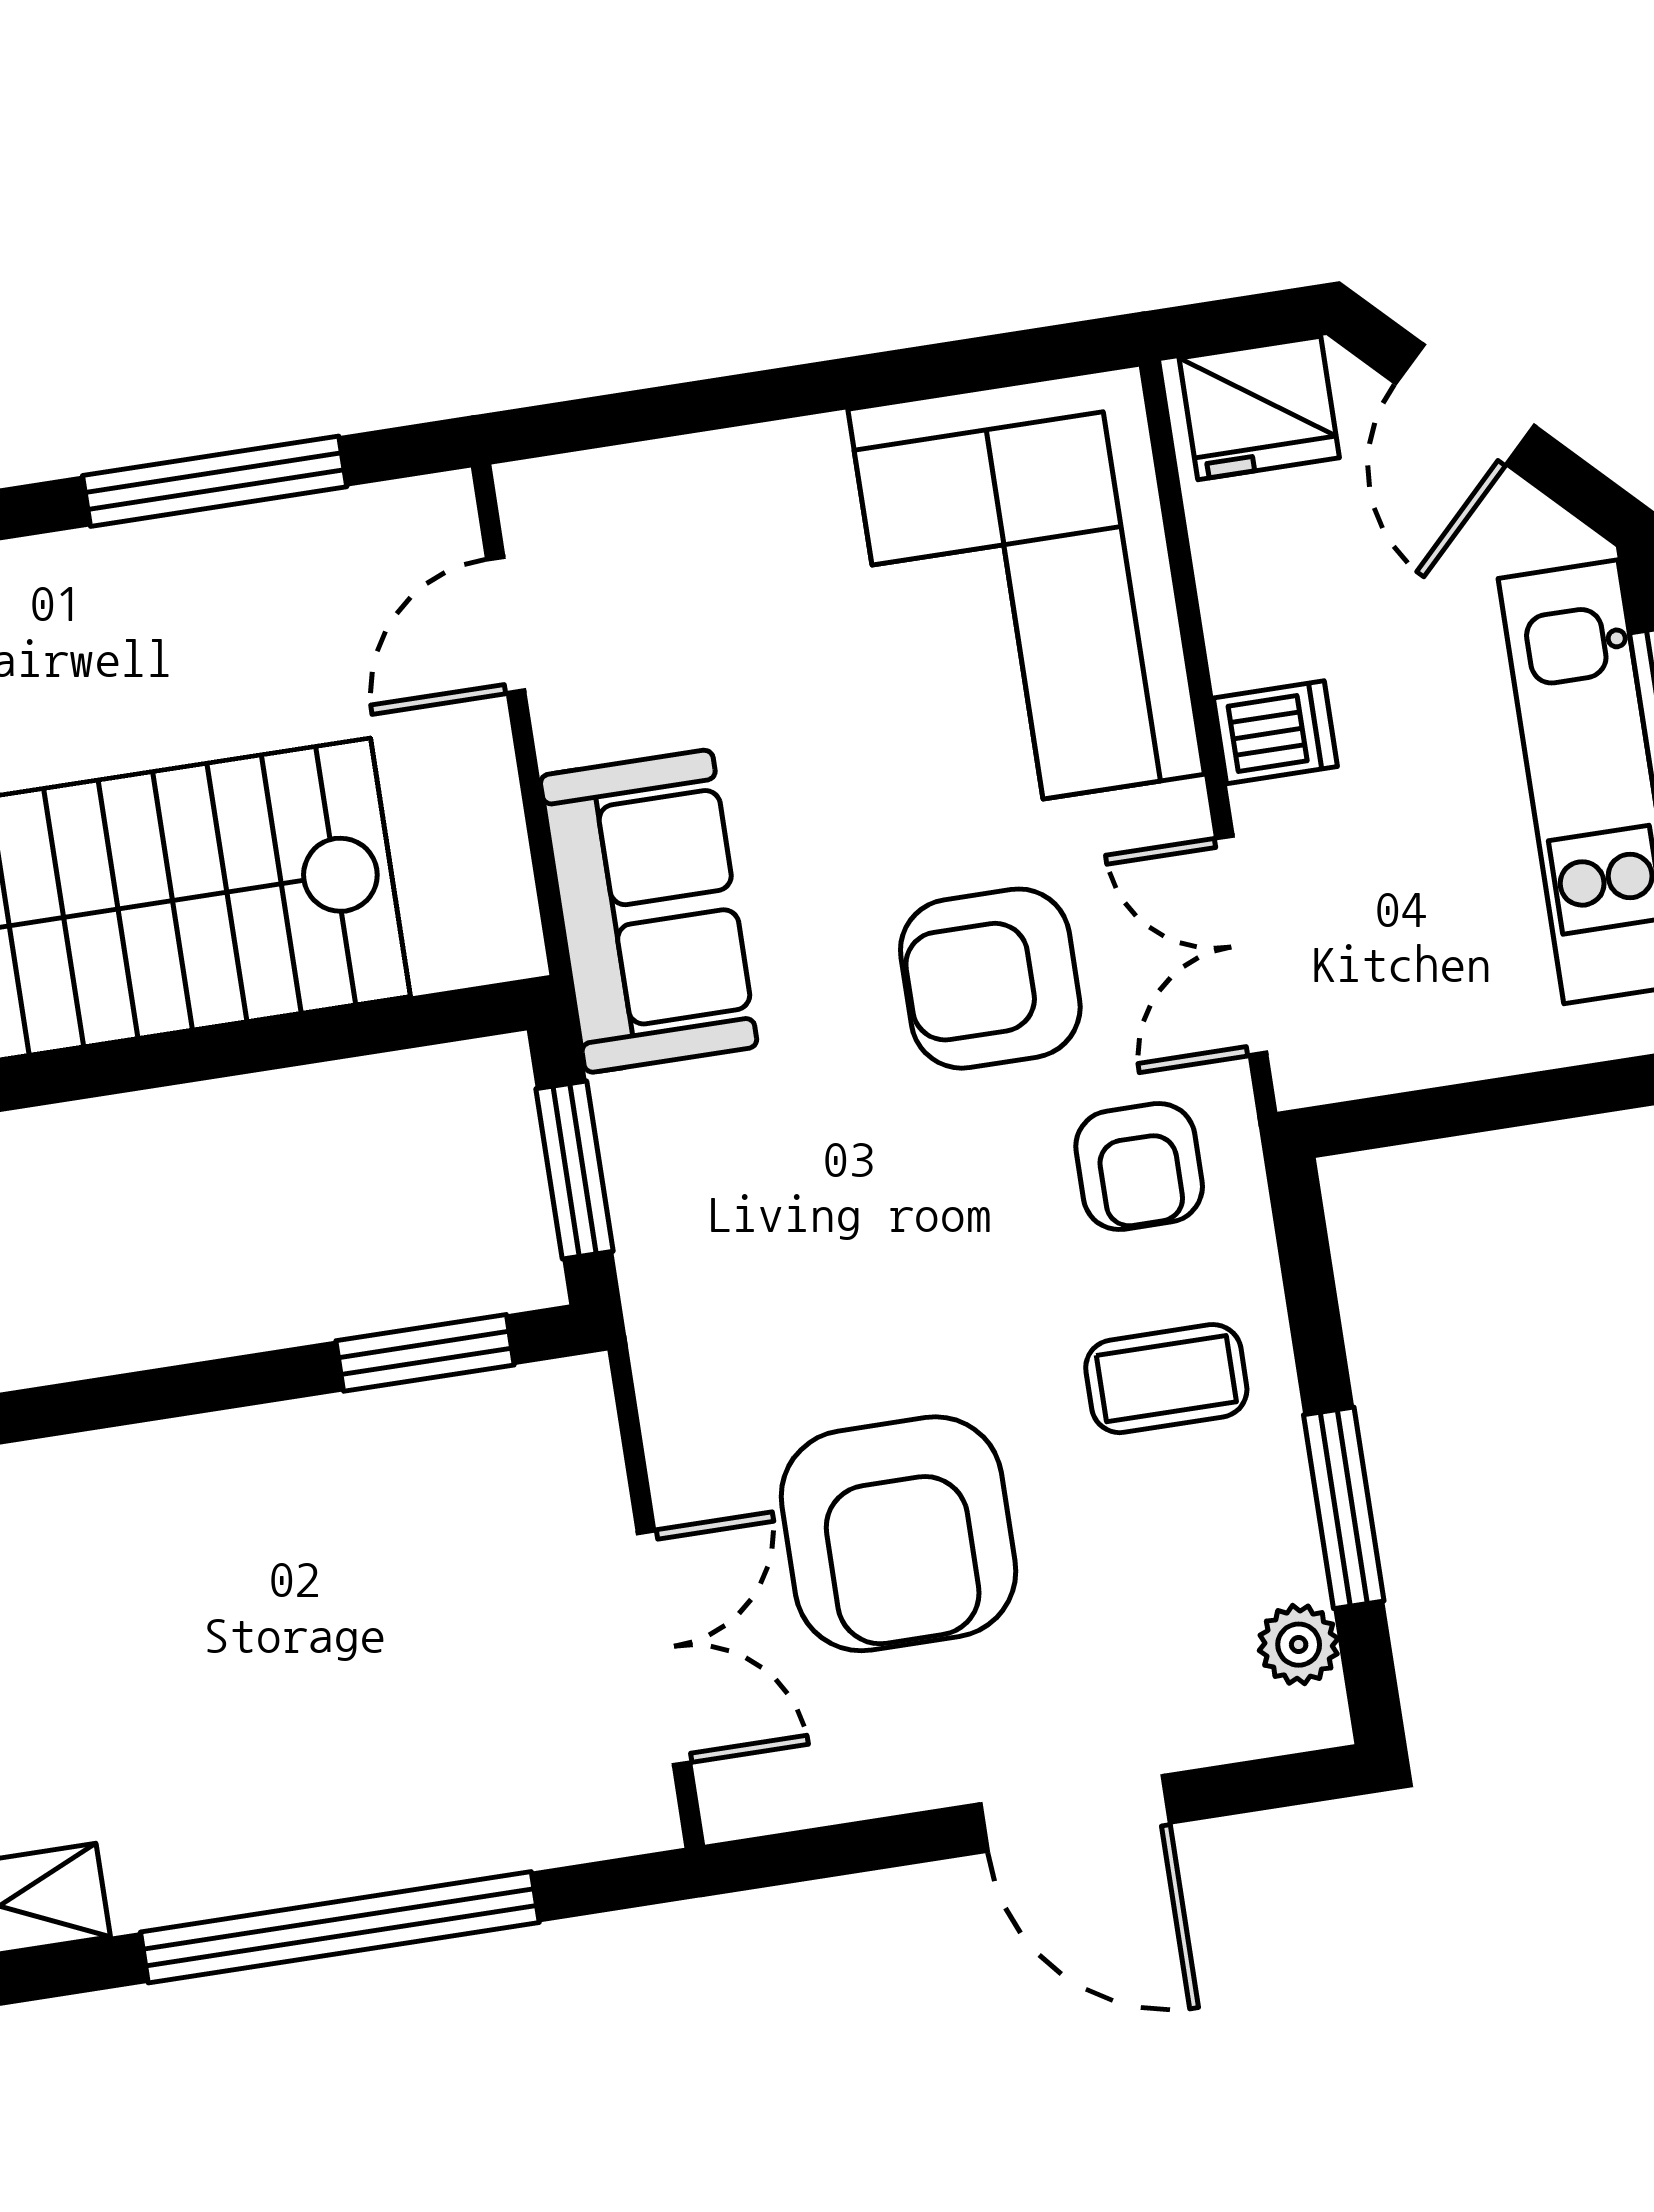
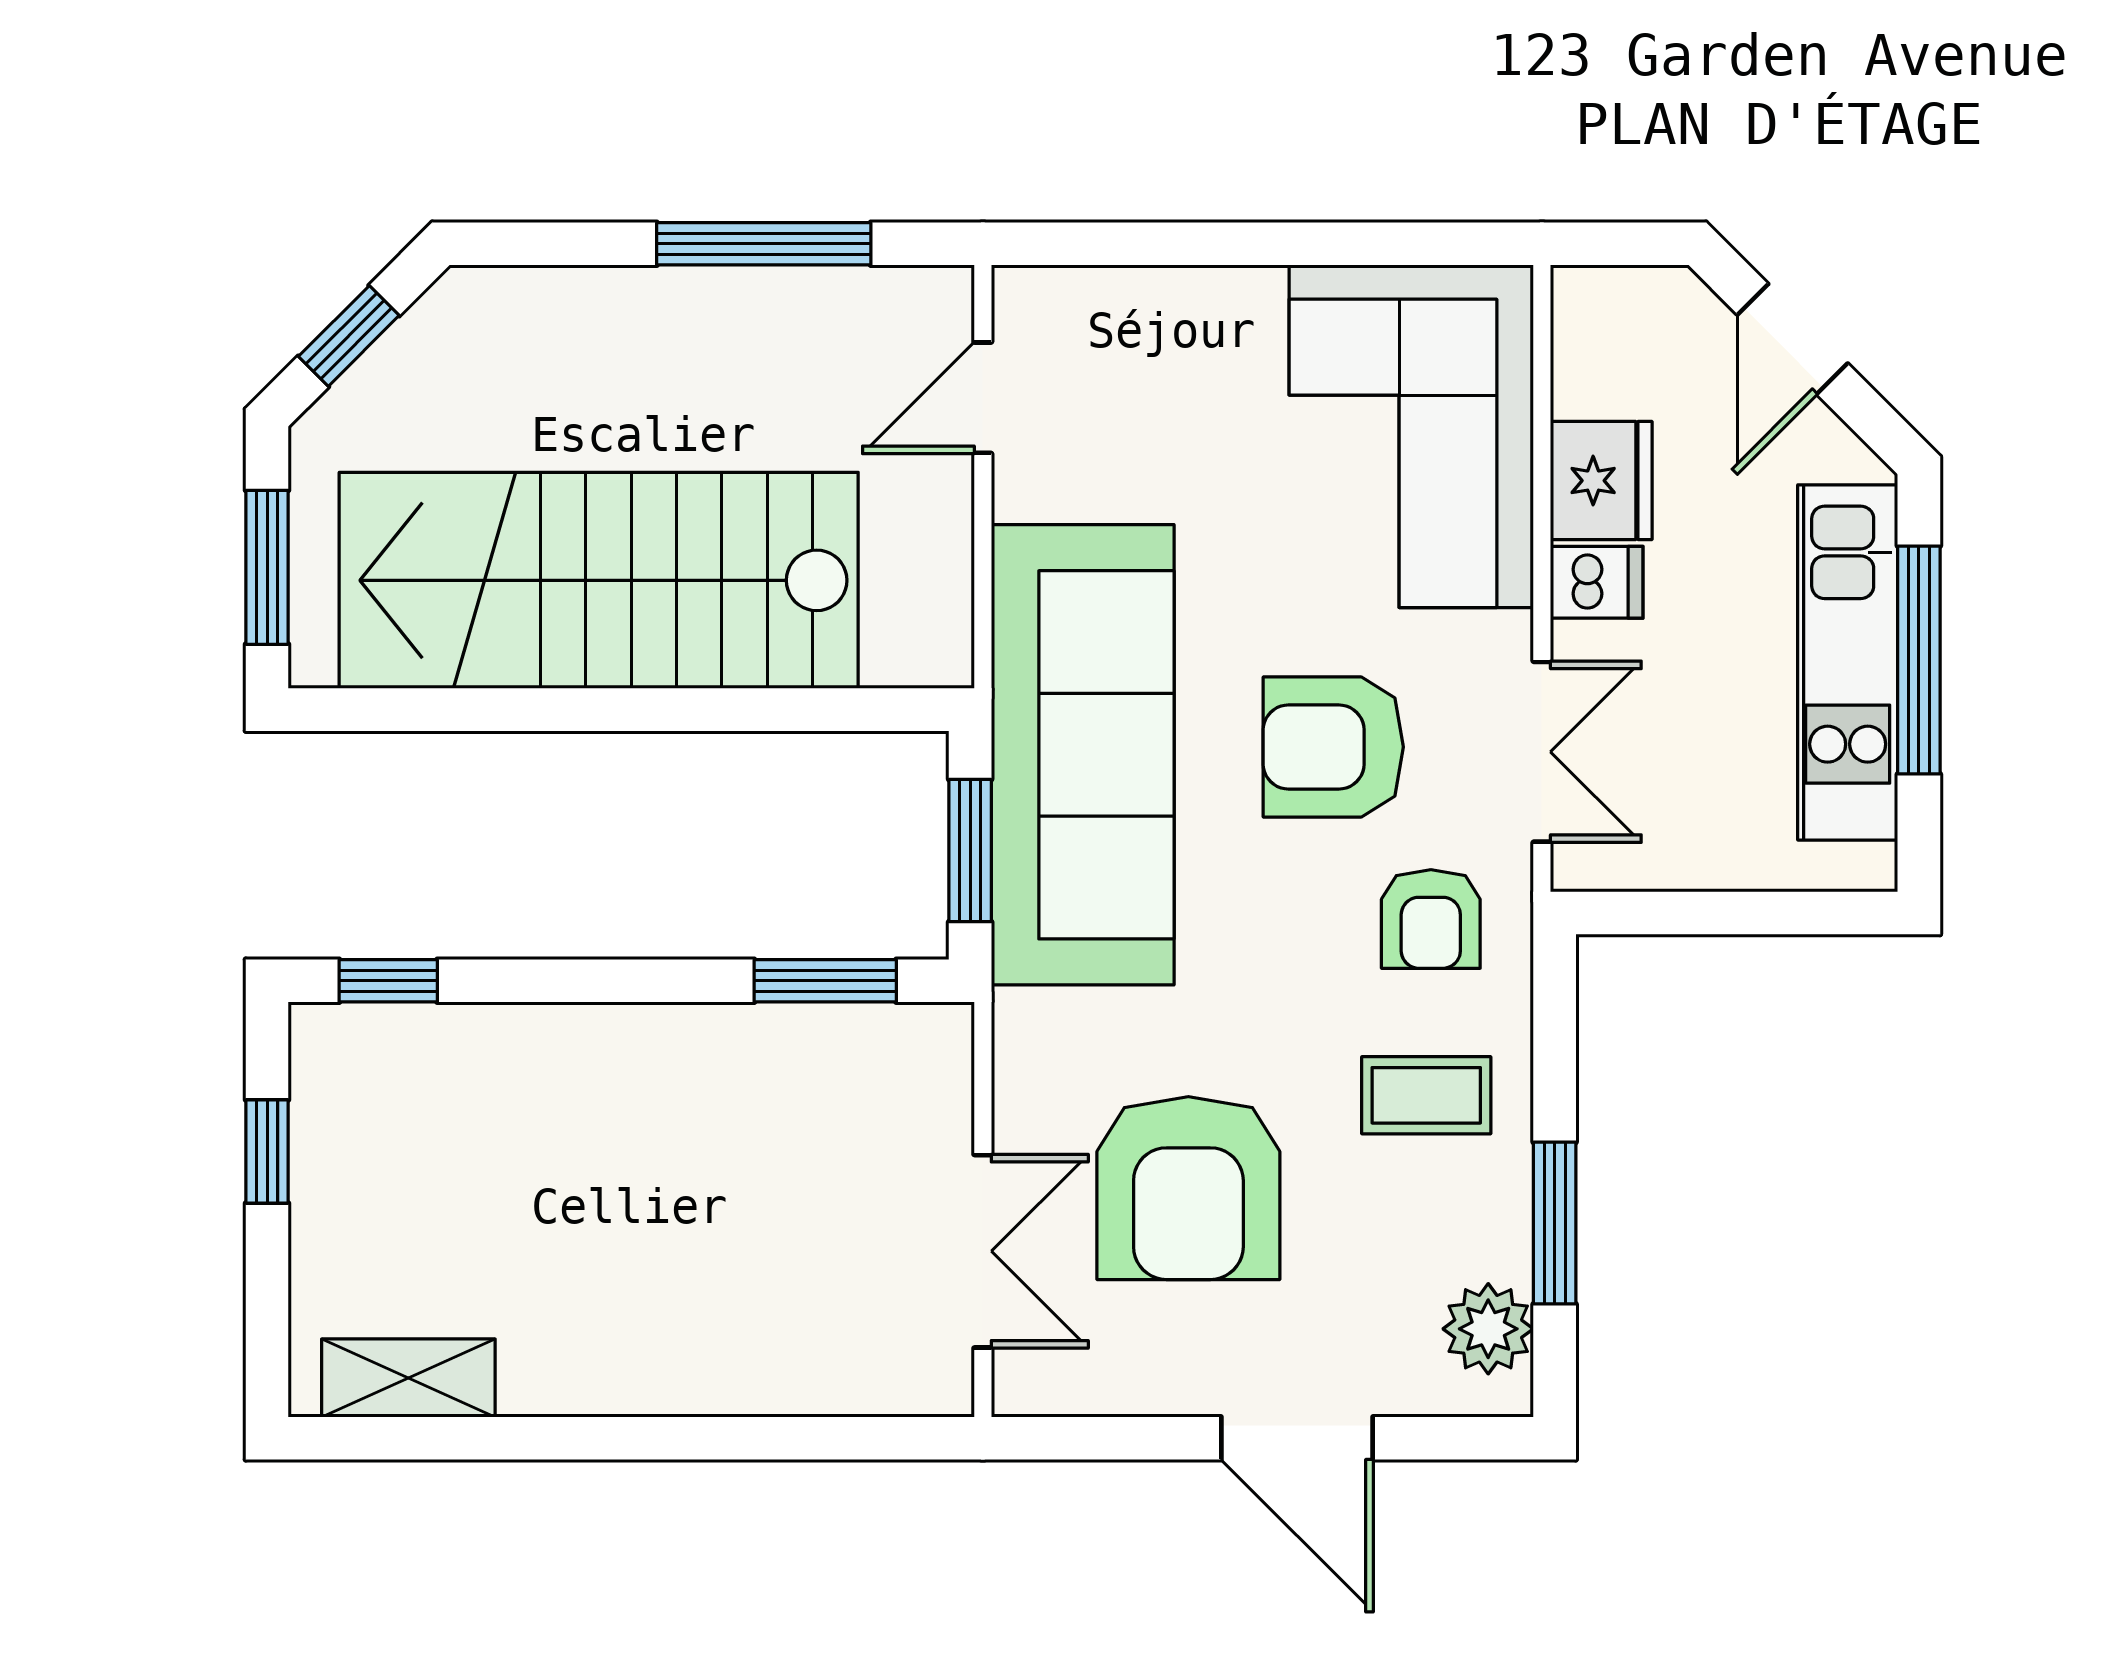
fridge: (1259, 408) -> (1601, 481), moved, turned -90
sofa: (649, 911) -> (1083, 755), width x1.85, depth x1.27
double door: (1241, 946) -> (1542, 752), swing flipped
plant: (1299, 1645) -> (1488, 1329), width x1.38, depth x1.38
window: (340, 1927) -> (683, 1438), removed

